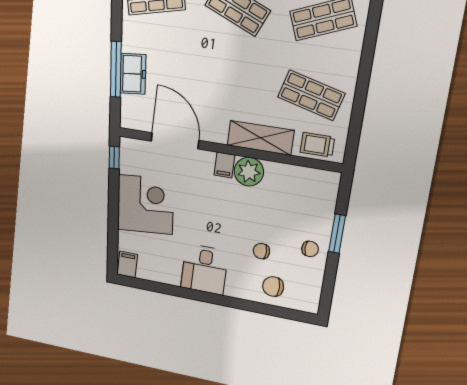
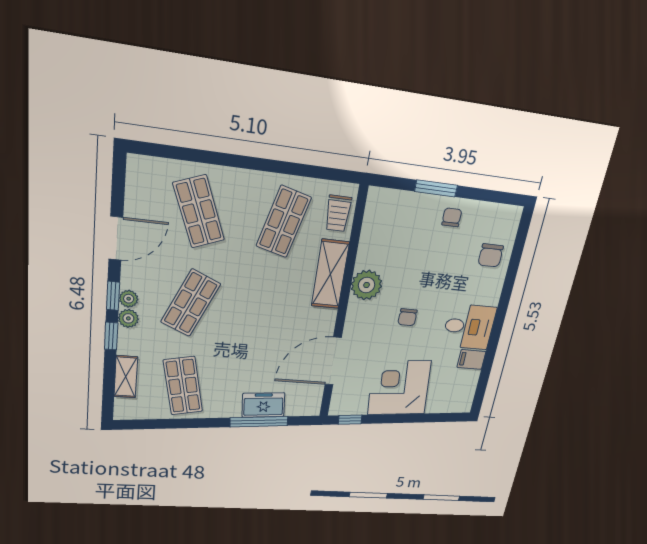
filing cabinet: (224, 165) -> (359, 310), removed
chair: (261, 251) -> (407, 317), moved
filing cabinet: (127, 264) -> (471, 359), moved

